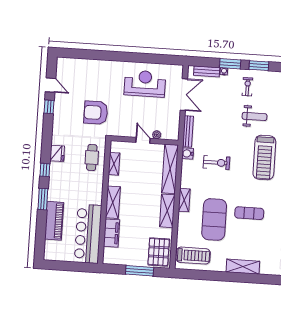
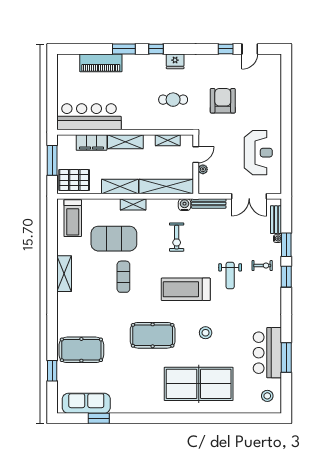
shelving: (114, 164) -> (168, 140), moved
wall: (104, 202) -> (125, 132), moved
shelving: (113, 202) -> (125, 142), moved
filing cabinet: (112, 233) -> (92, 143), moved
bar counter: (88, 234) -> (89, 117), moved

